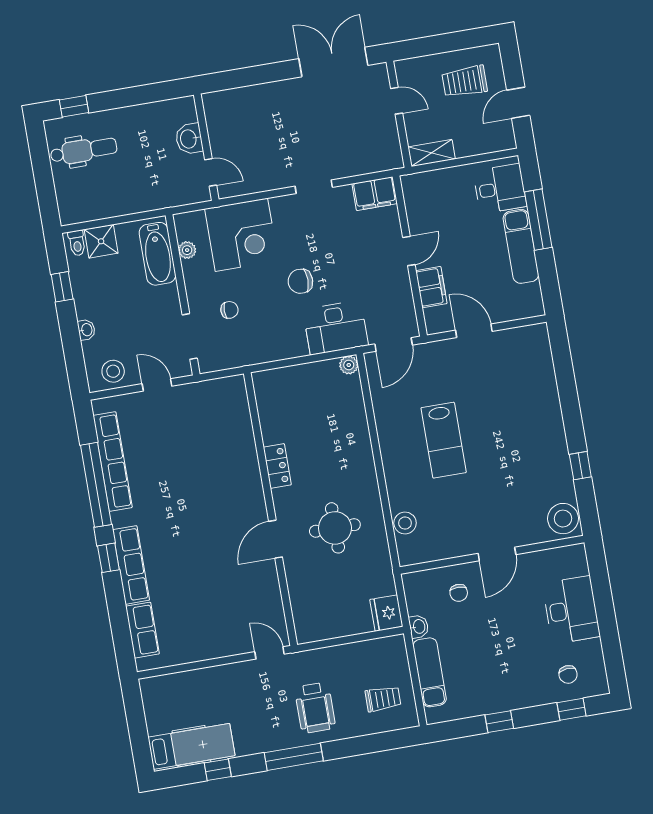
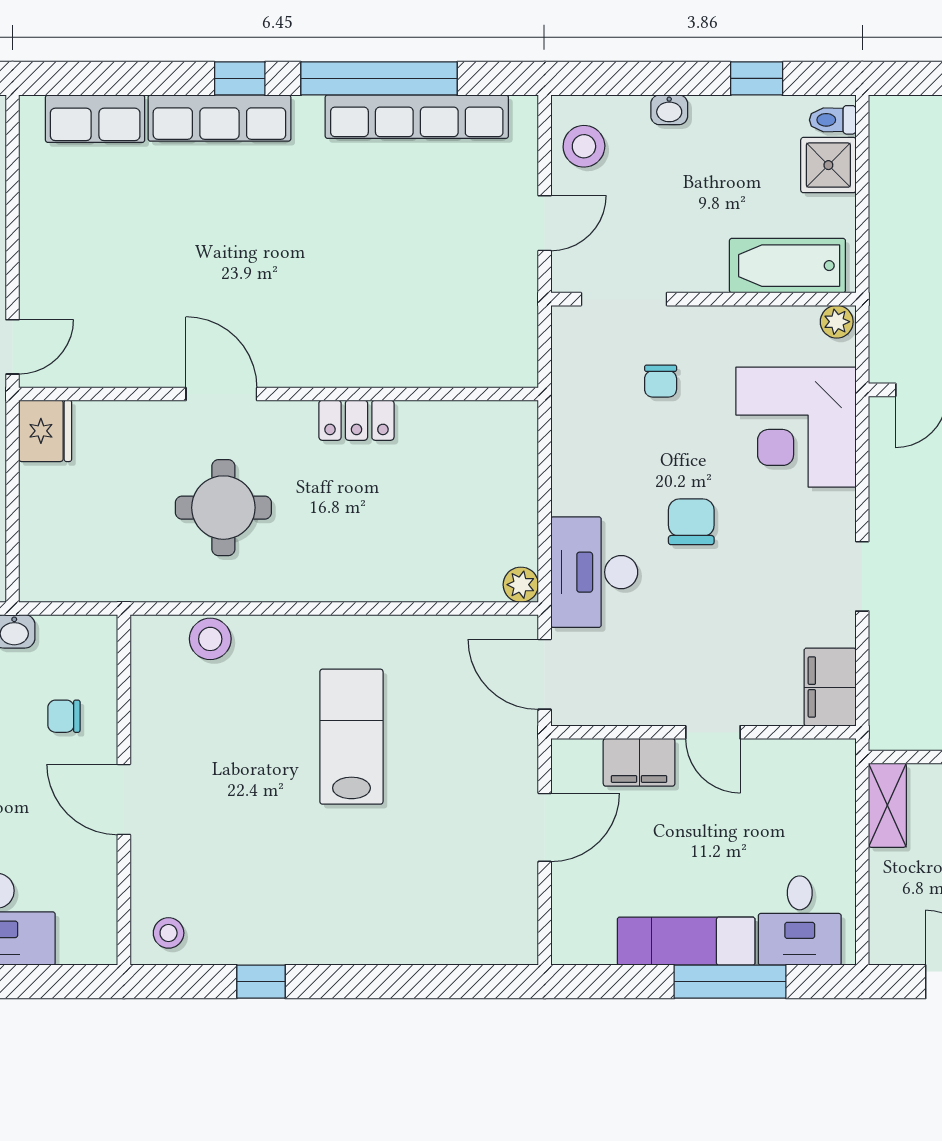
plant: (187, 250) -> (837, 322), moved
lab bench: (444, 440) -> (351, 737), turned 90
stool: (563, 519) -> (169, 933), width x0.53, depth x0.53
fridge: (386, 613) -> (45, 431), moved, turned 90

